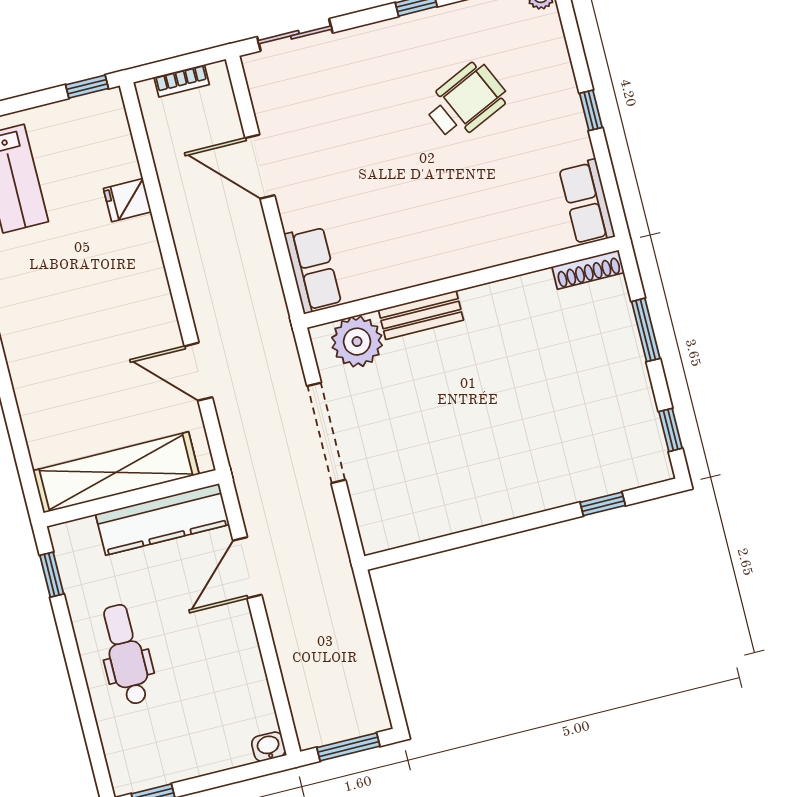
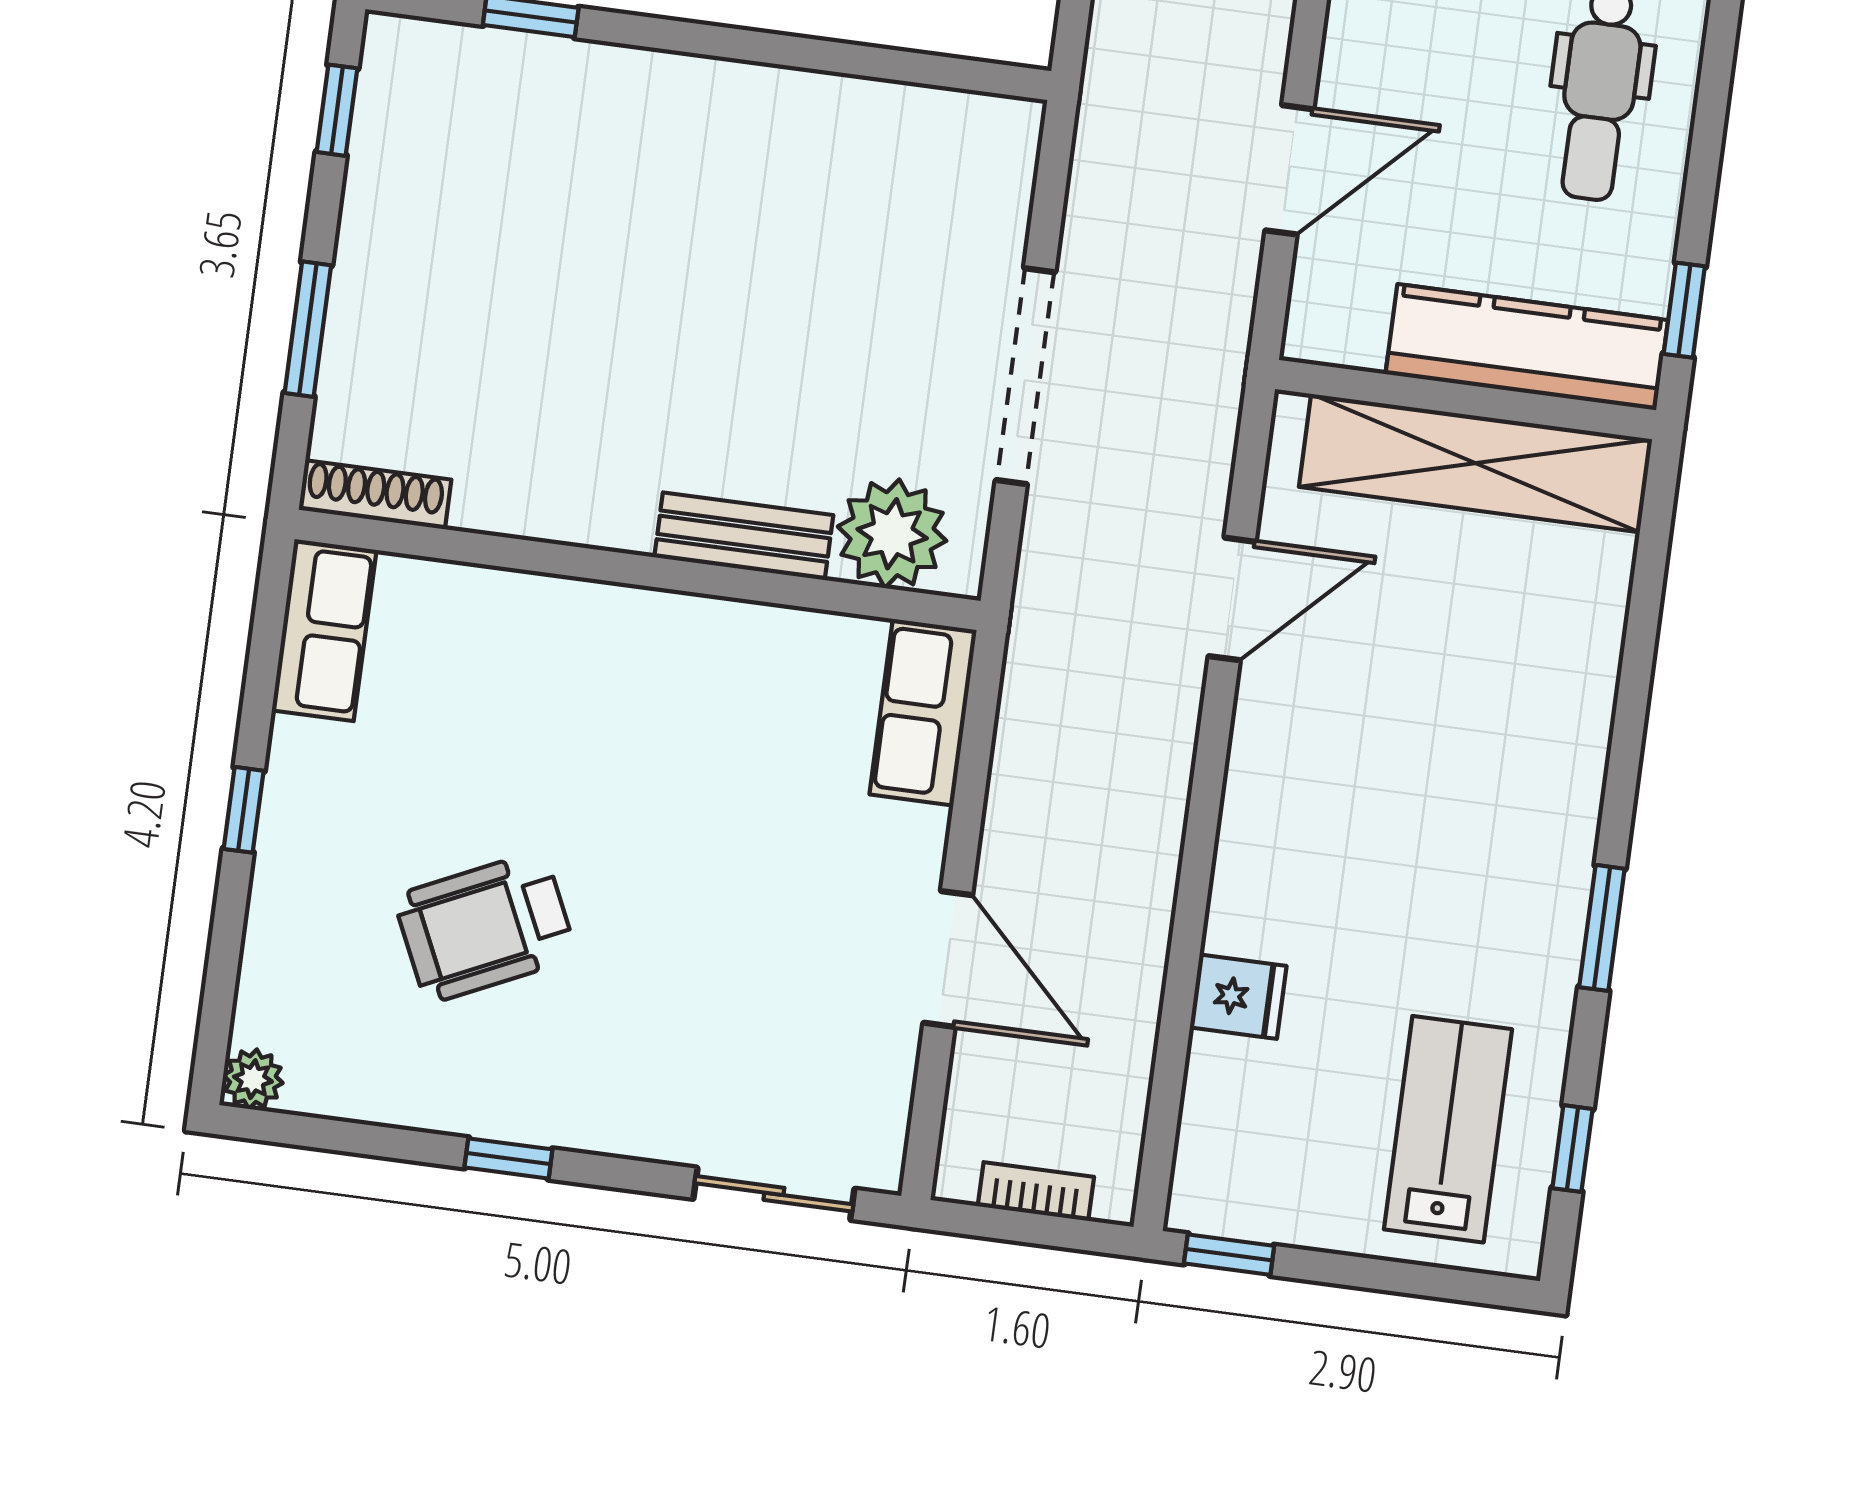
door: (198, 372) -> (1232, 599), hinge flipped
kitchen counter: (162, 519) -> (1527, 347), moved

